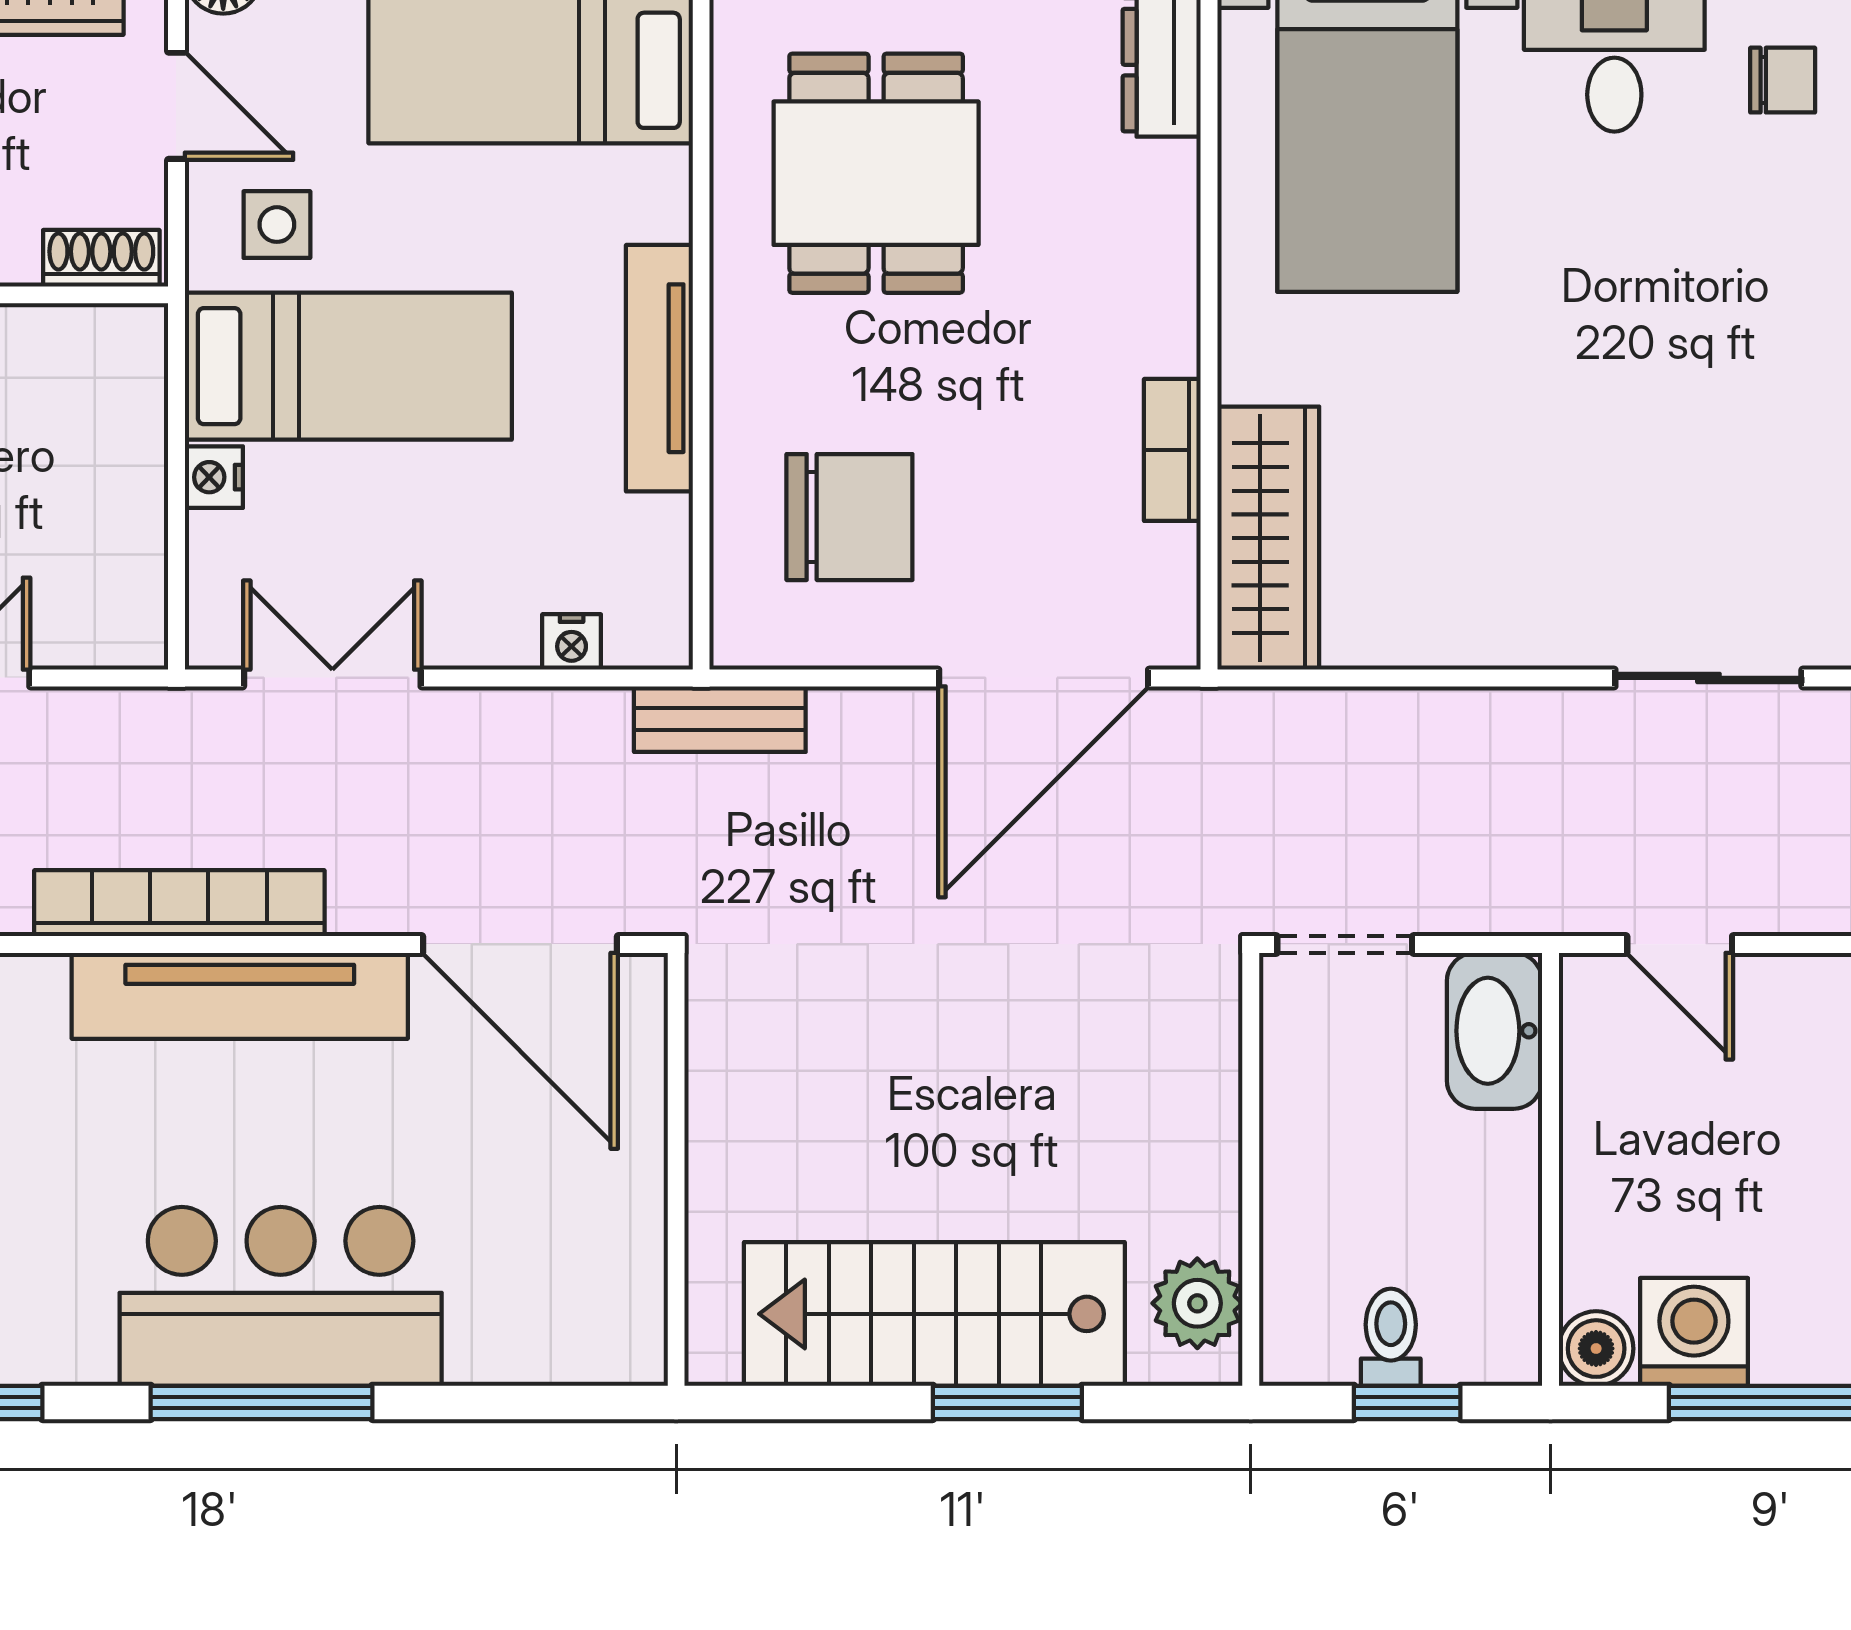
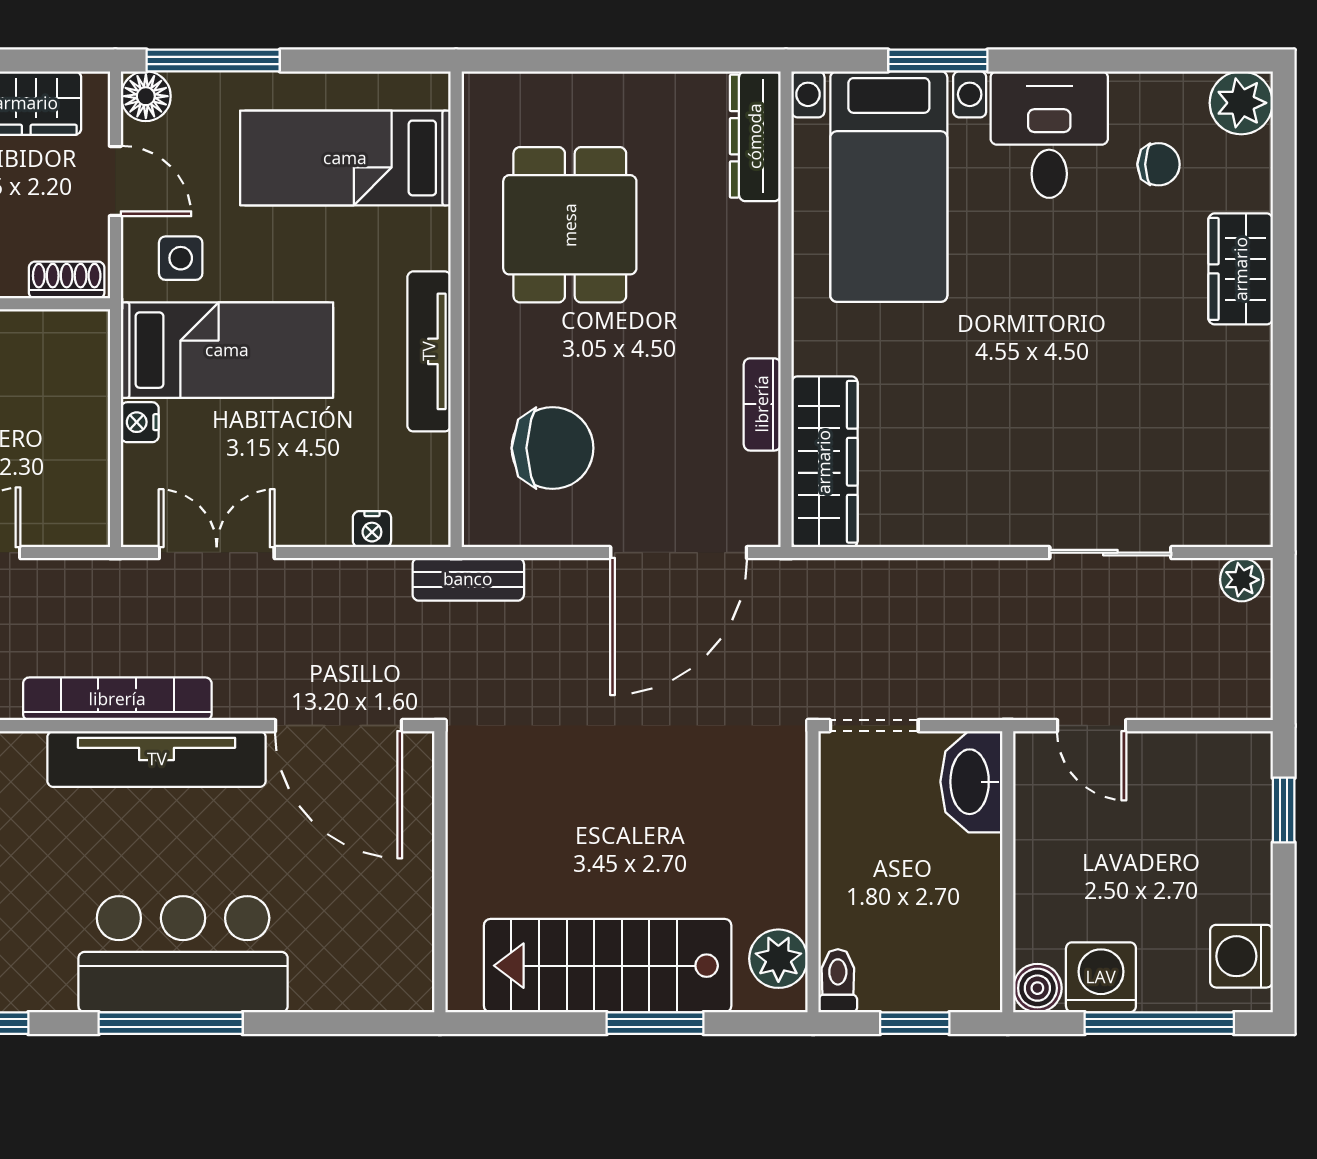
toilet: (1391, 1337) -> (838, 981), moved

